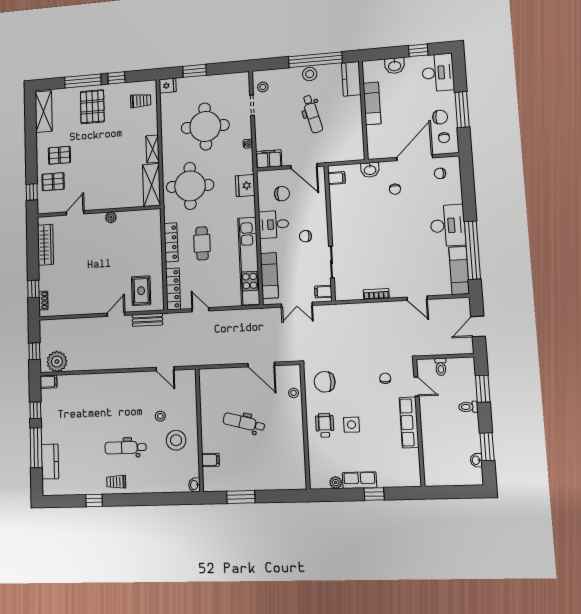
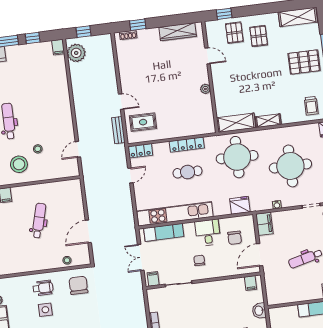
locker: (173, 289) -> (140, 151), width x0.66

